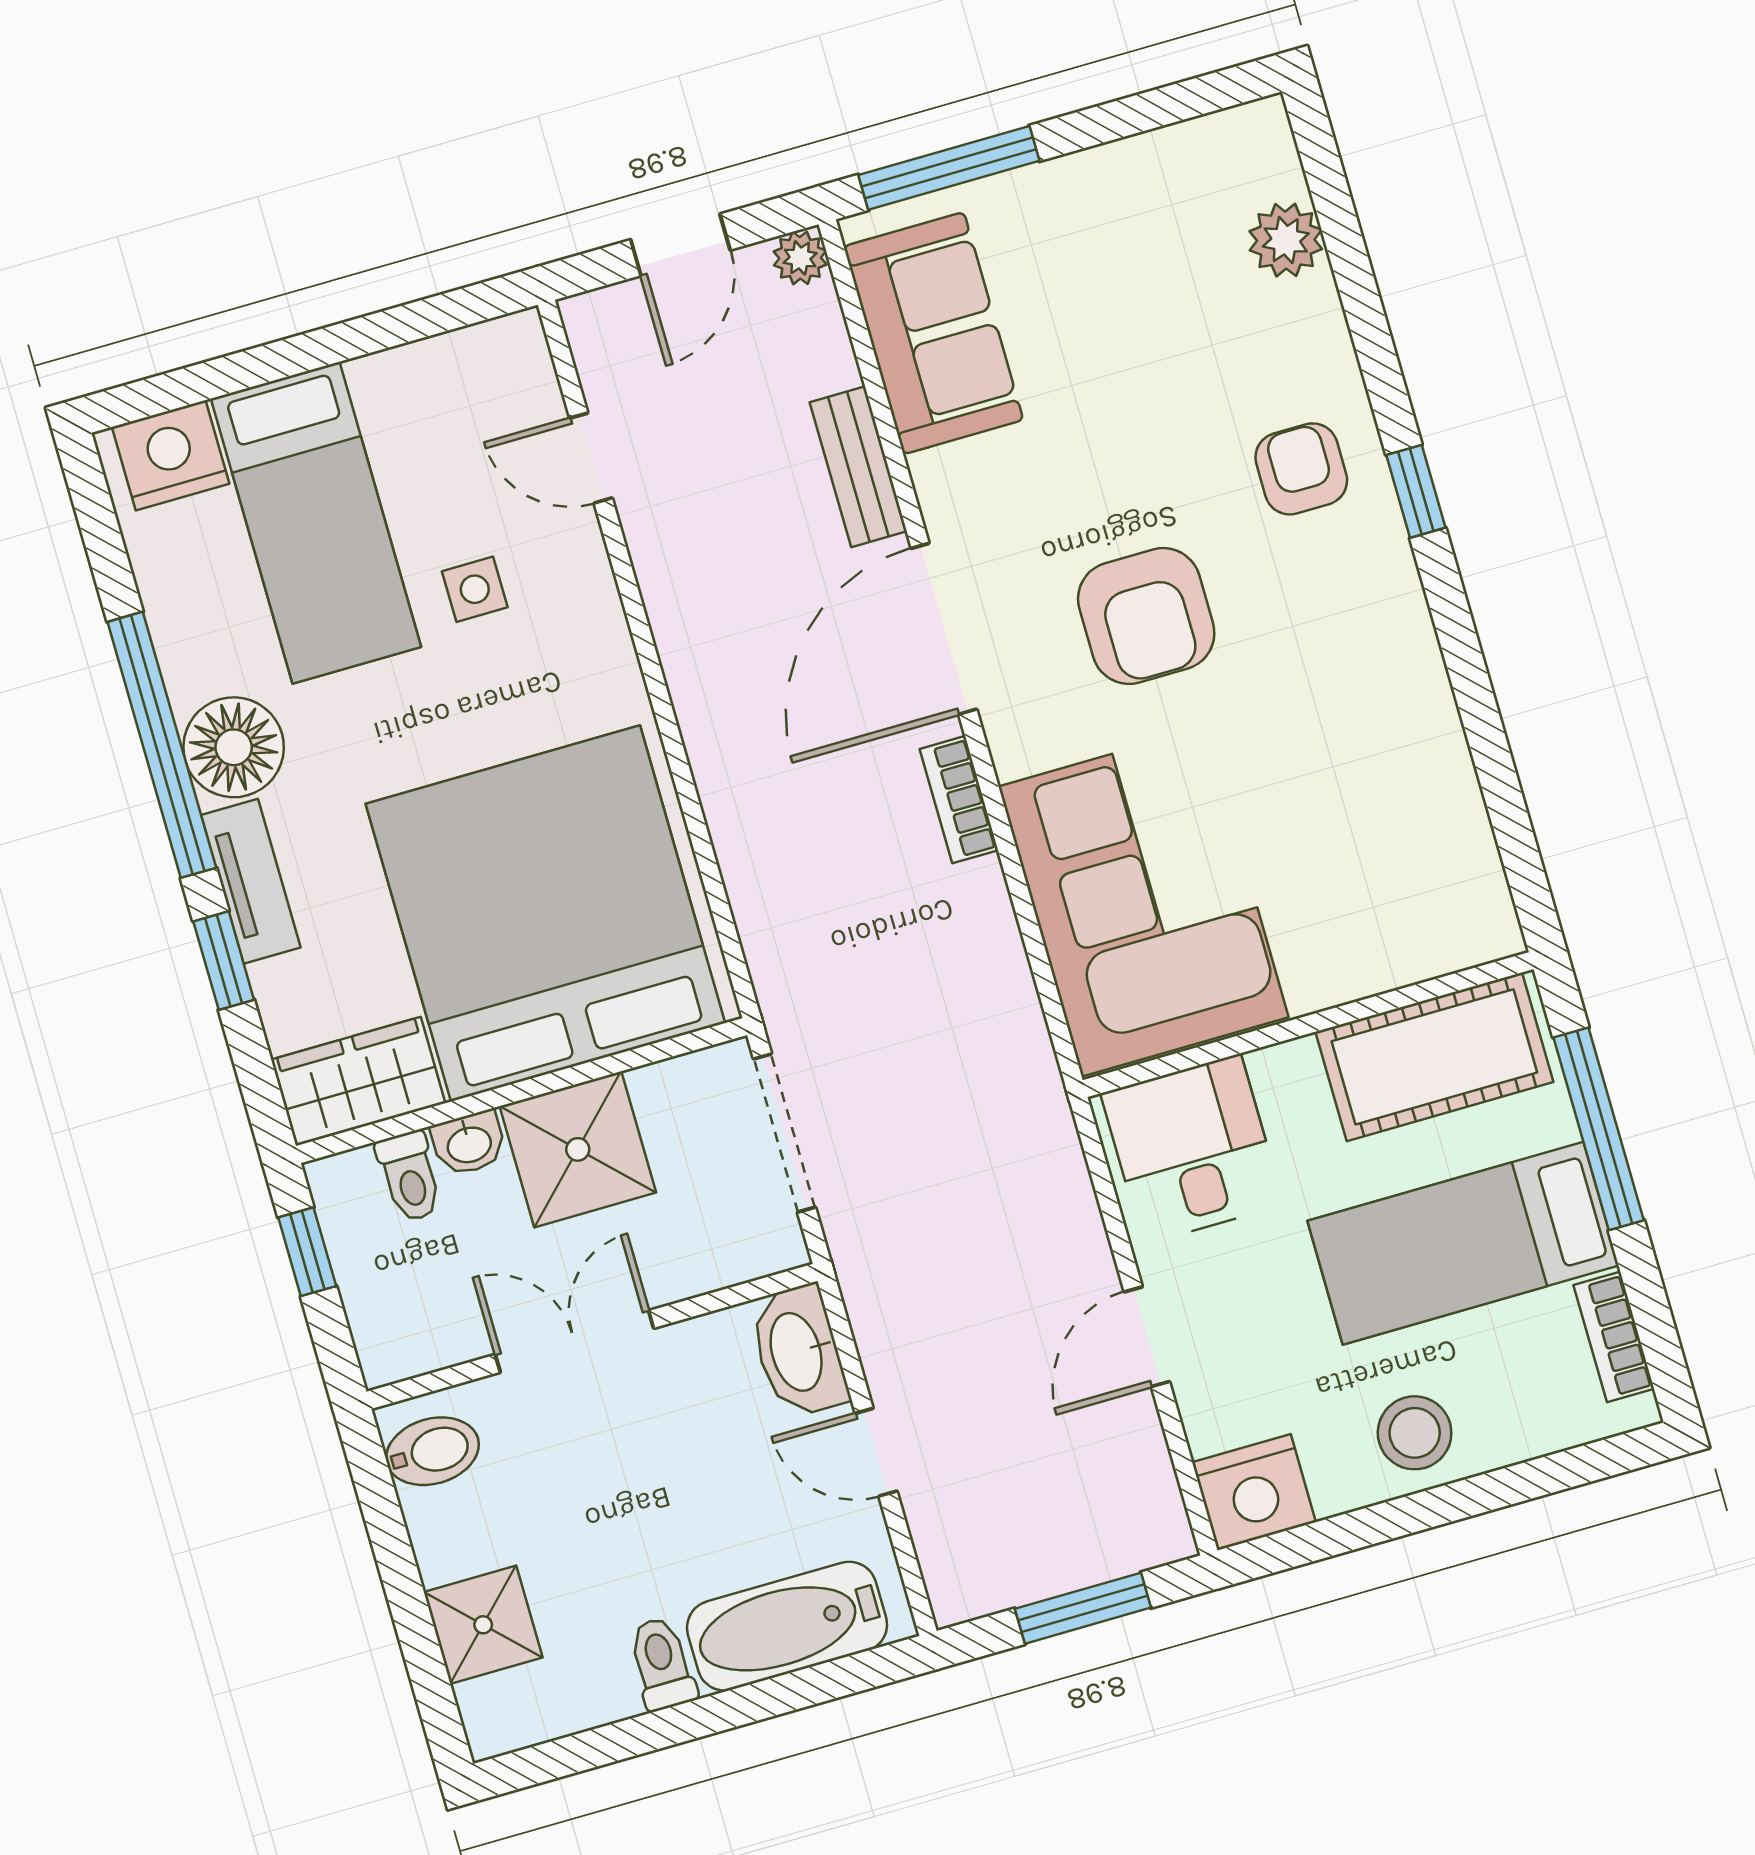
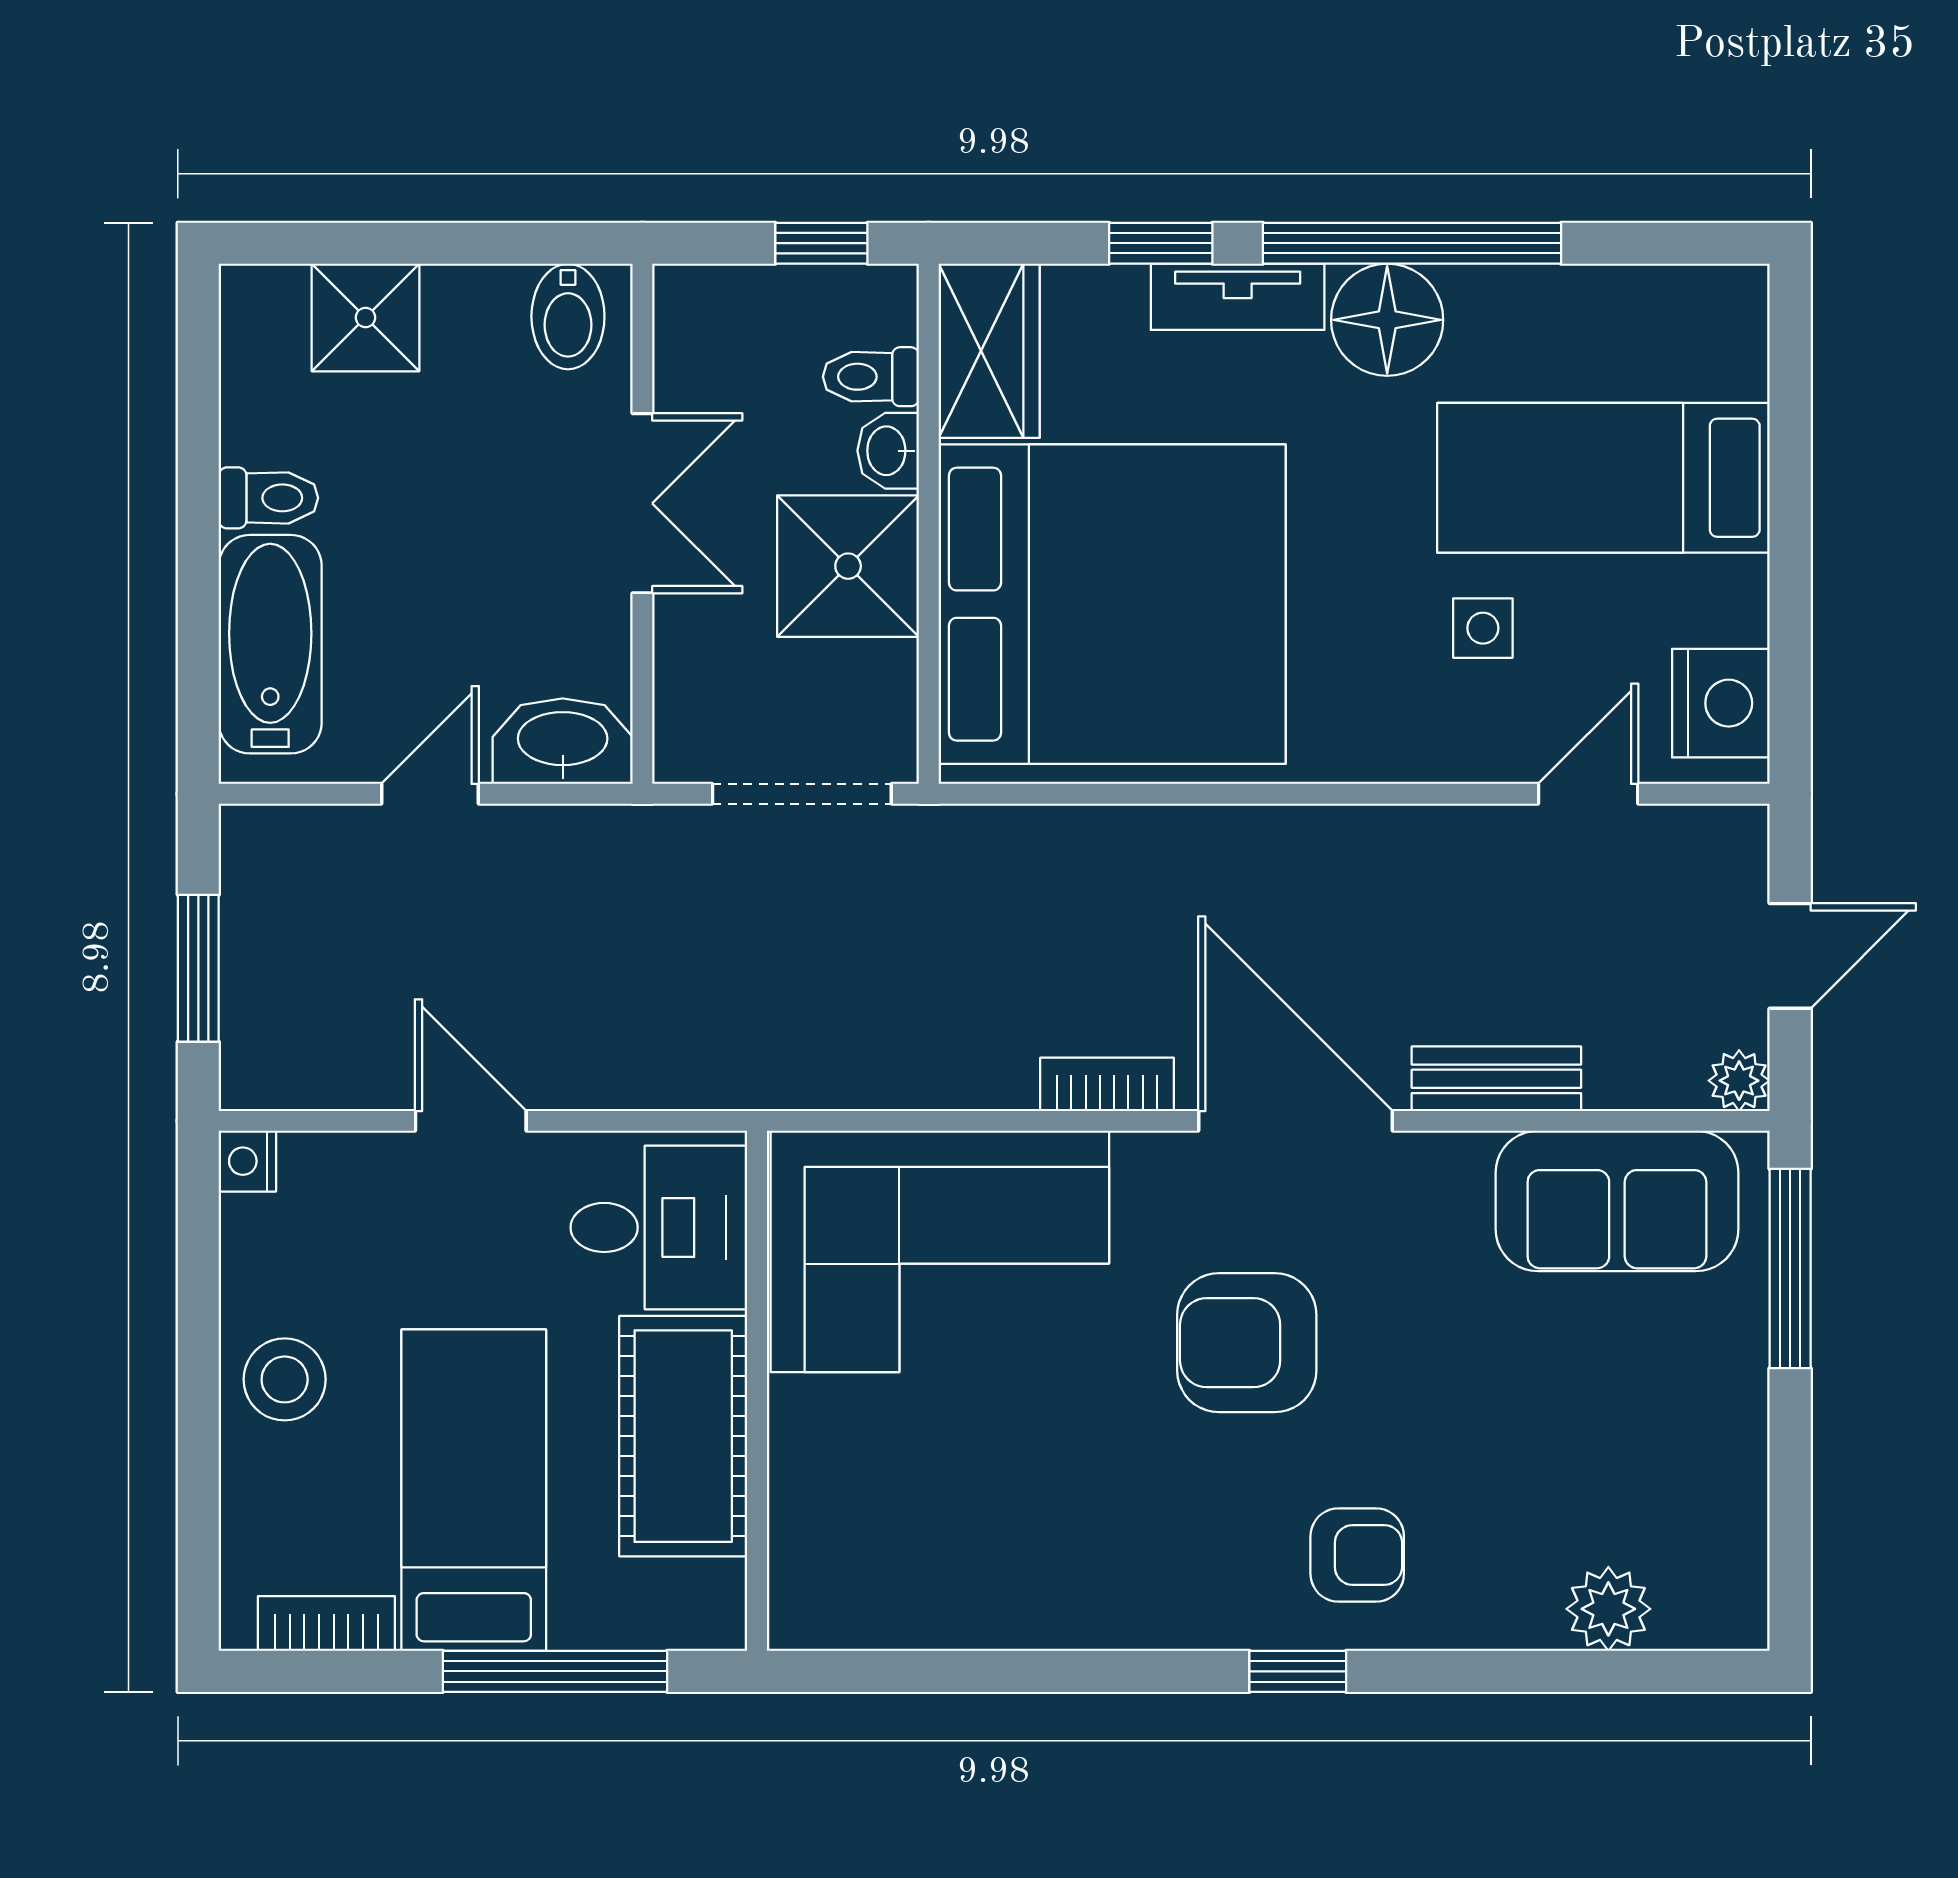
door: (680, 245) -> (1790, 956), swing flipped
nightstand: (171, 455) -> (1721, 703), moved
cot: (1434, 1057) -> (683, 1436), moved
nightstand: (1254, 1492) -> (247, 1161), width x0.53, depth x0.56

